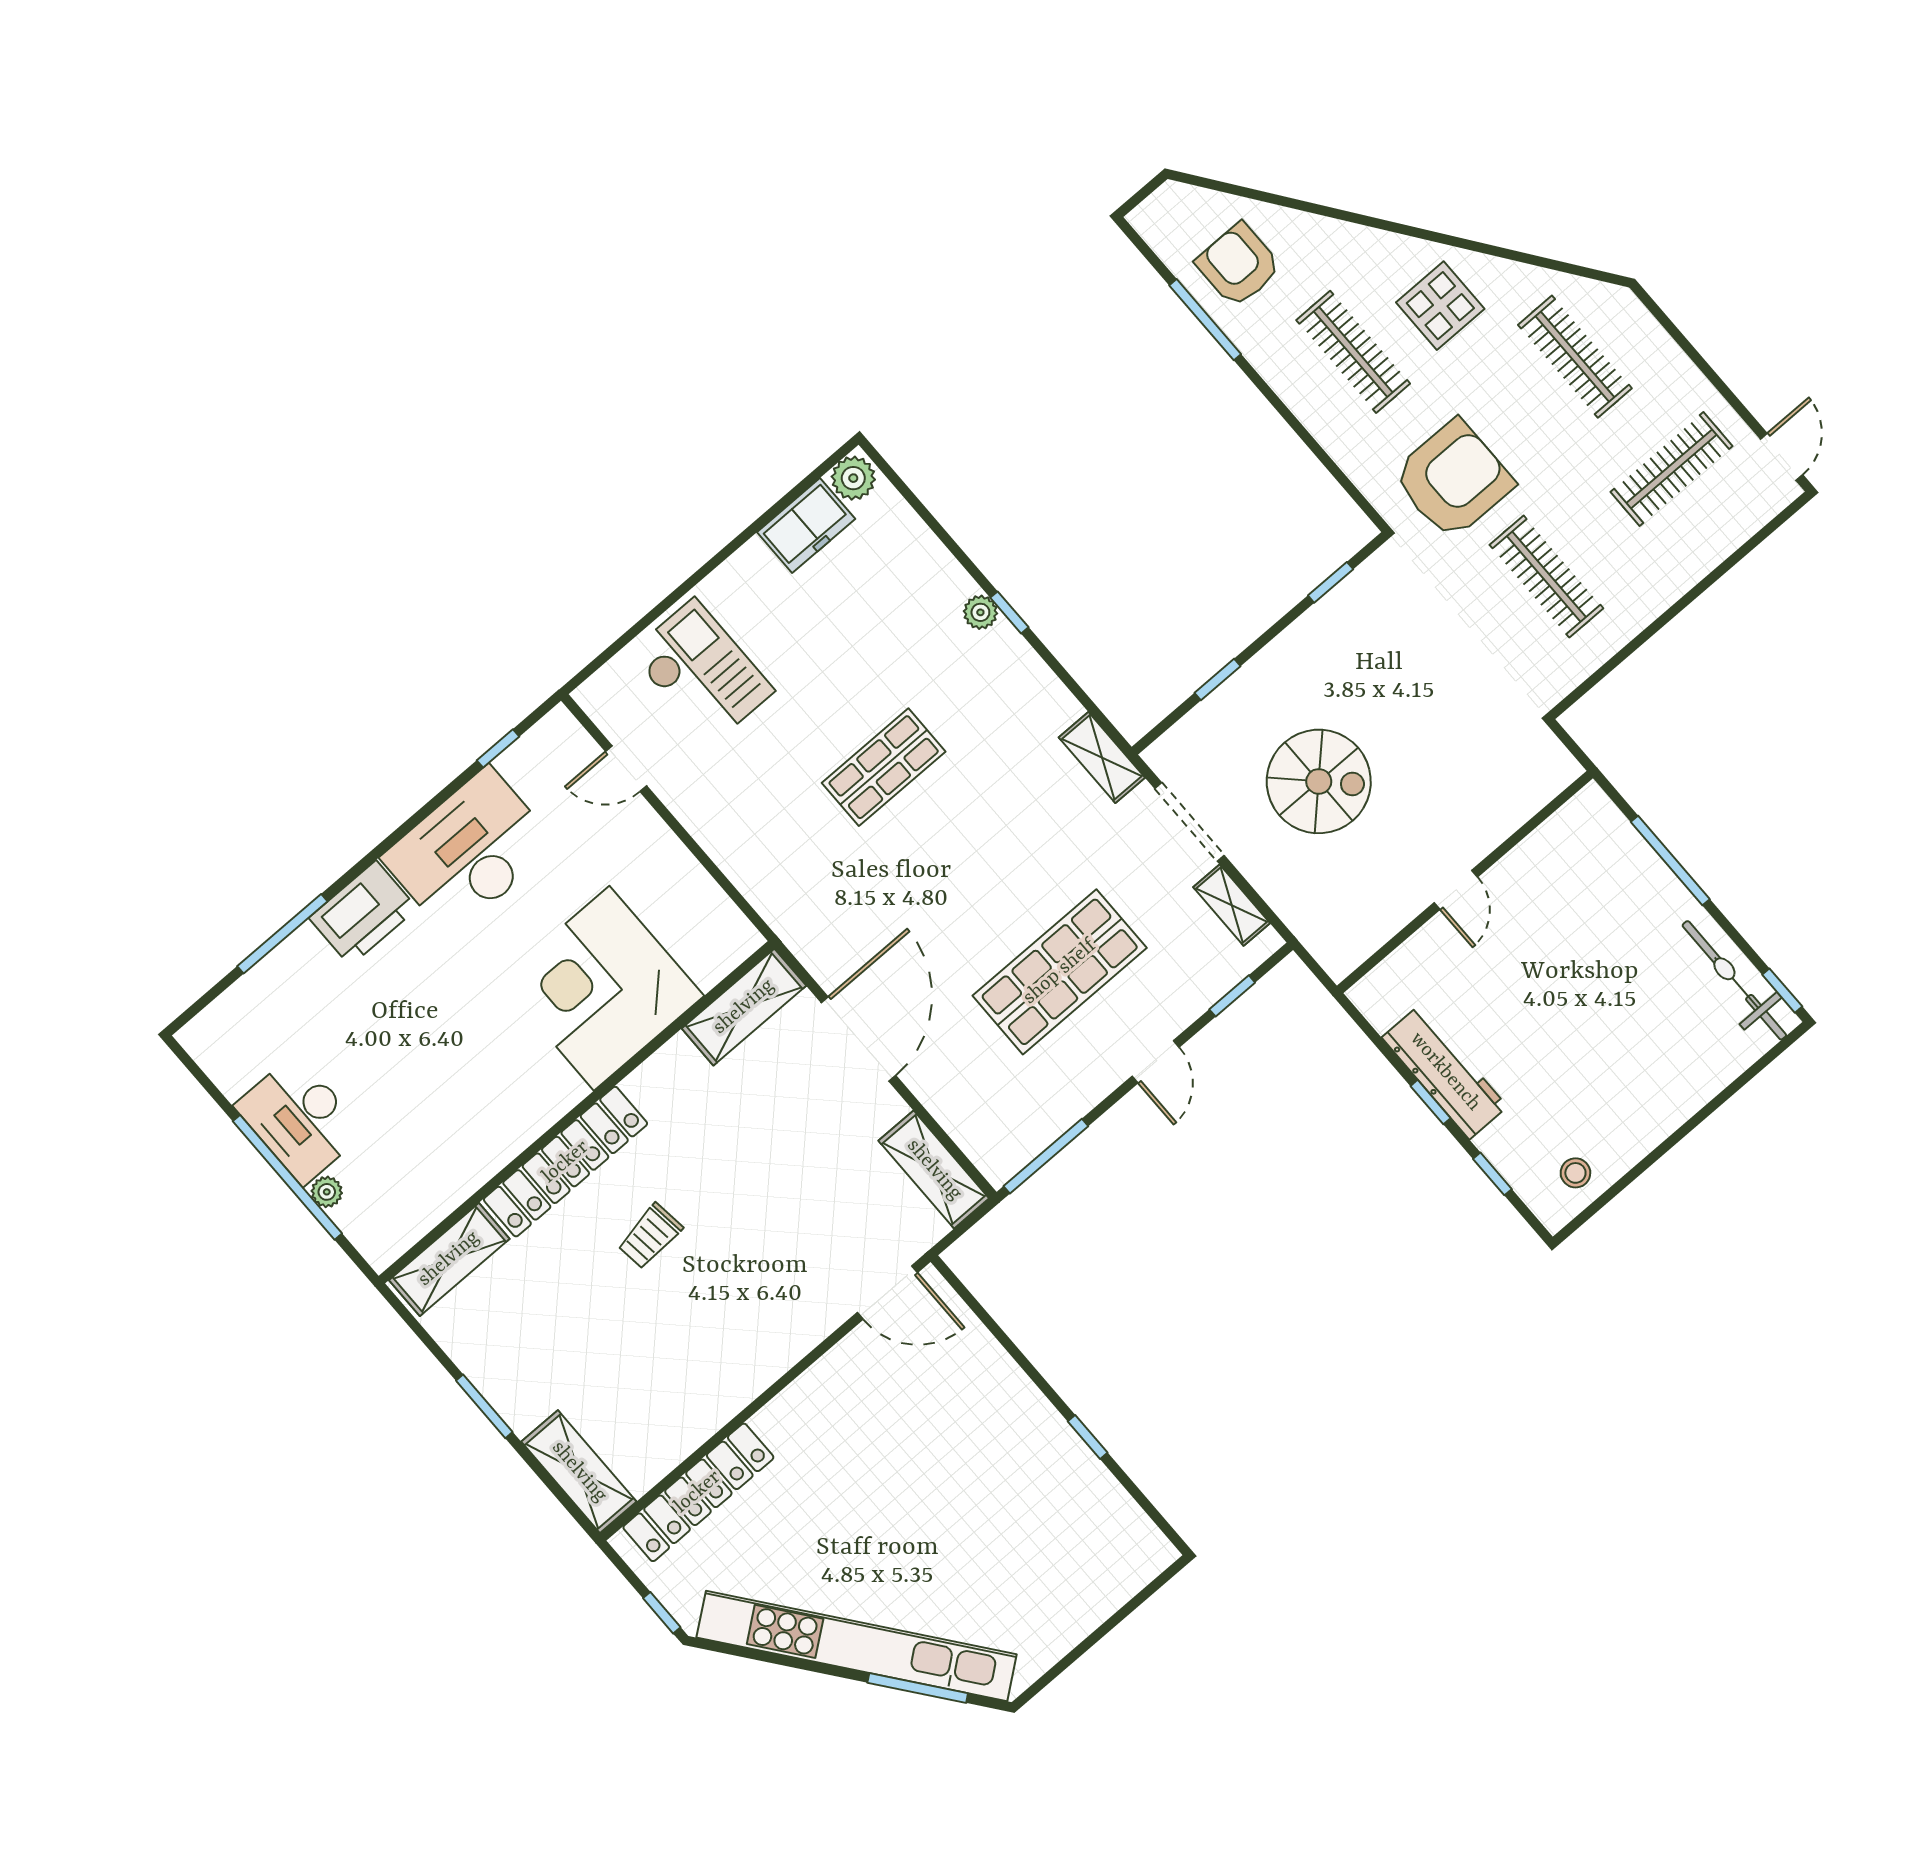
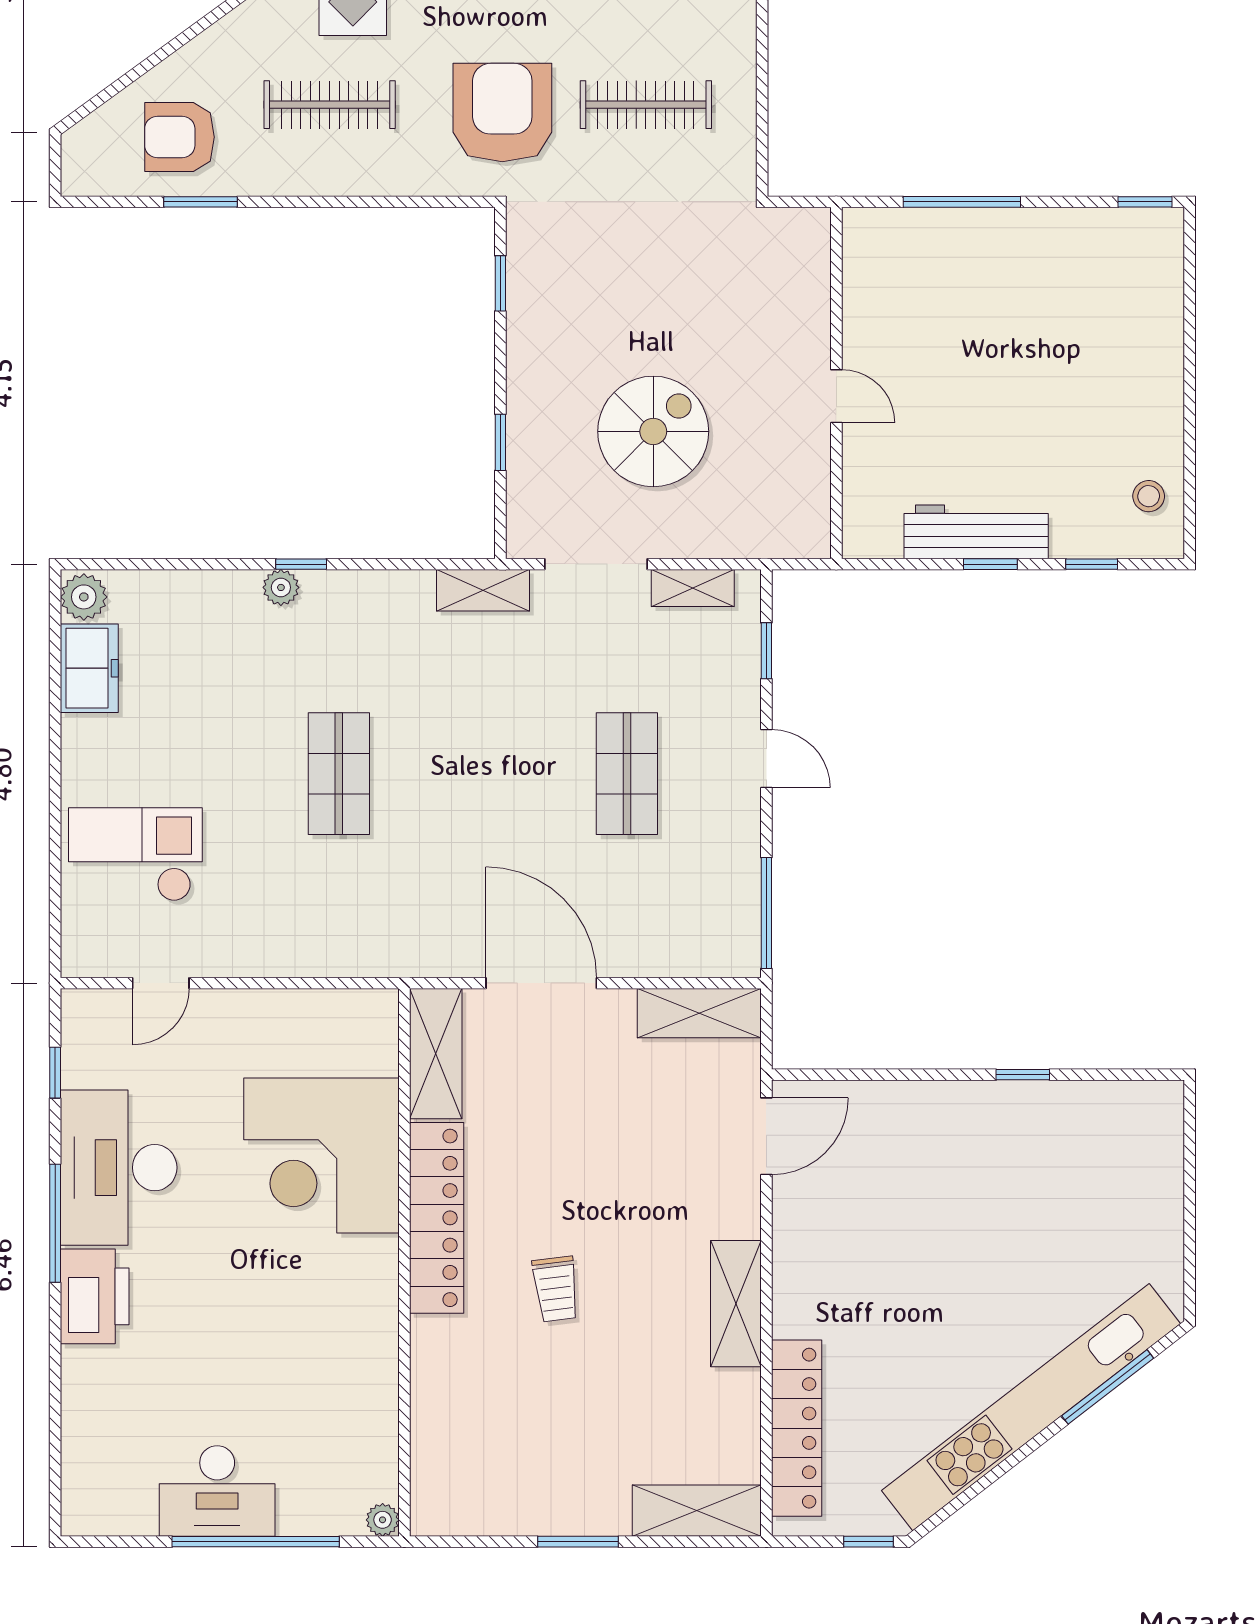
window: (1205, 320) -> (201, 202), width x0.69
window: (282, 934) -> (55, 1223), moved
shop shelf: (1060, 972) -> (627, 774), width x0.70, depth x0.74
bicycle: (1734, 980) -> (1103, 234), removed
locker: (566, 1162) -> (437, 1218), moved
plant: (327, 1192) -> (383, 1520), moved
shelving: (449, 1259) -> (736, 1304), moved

